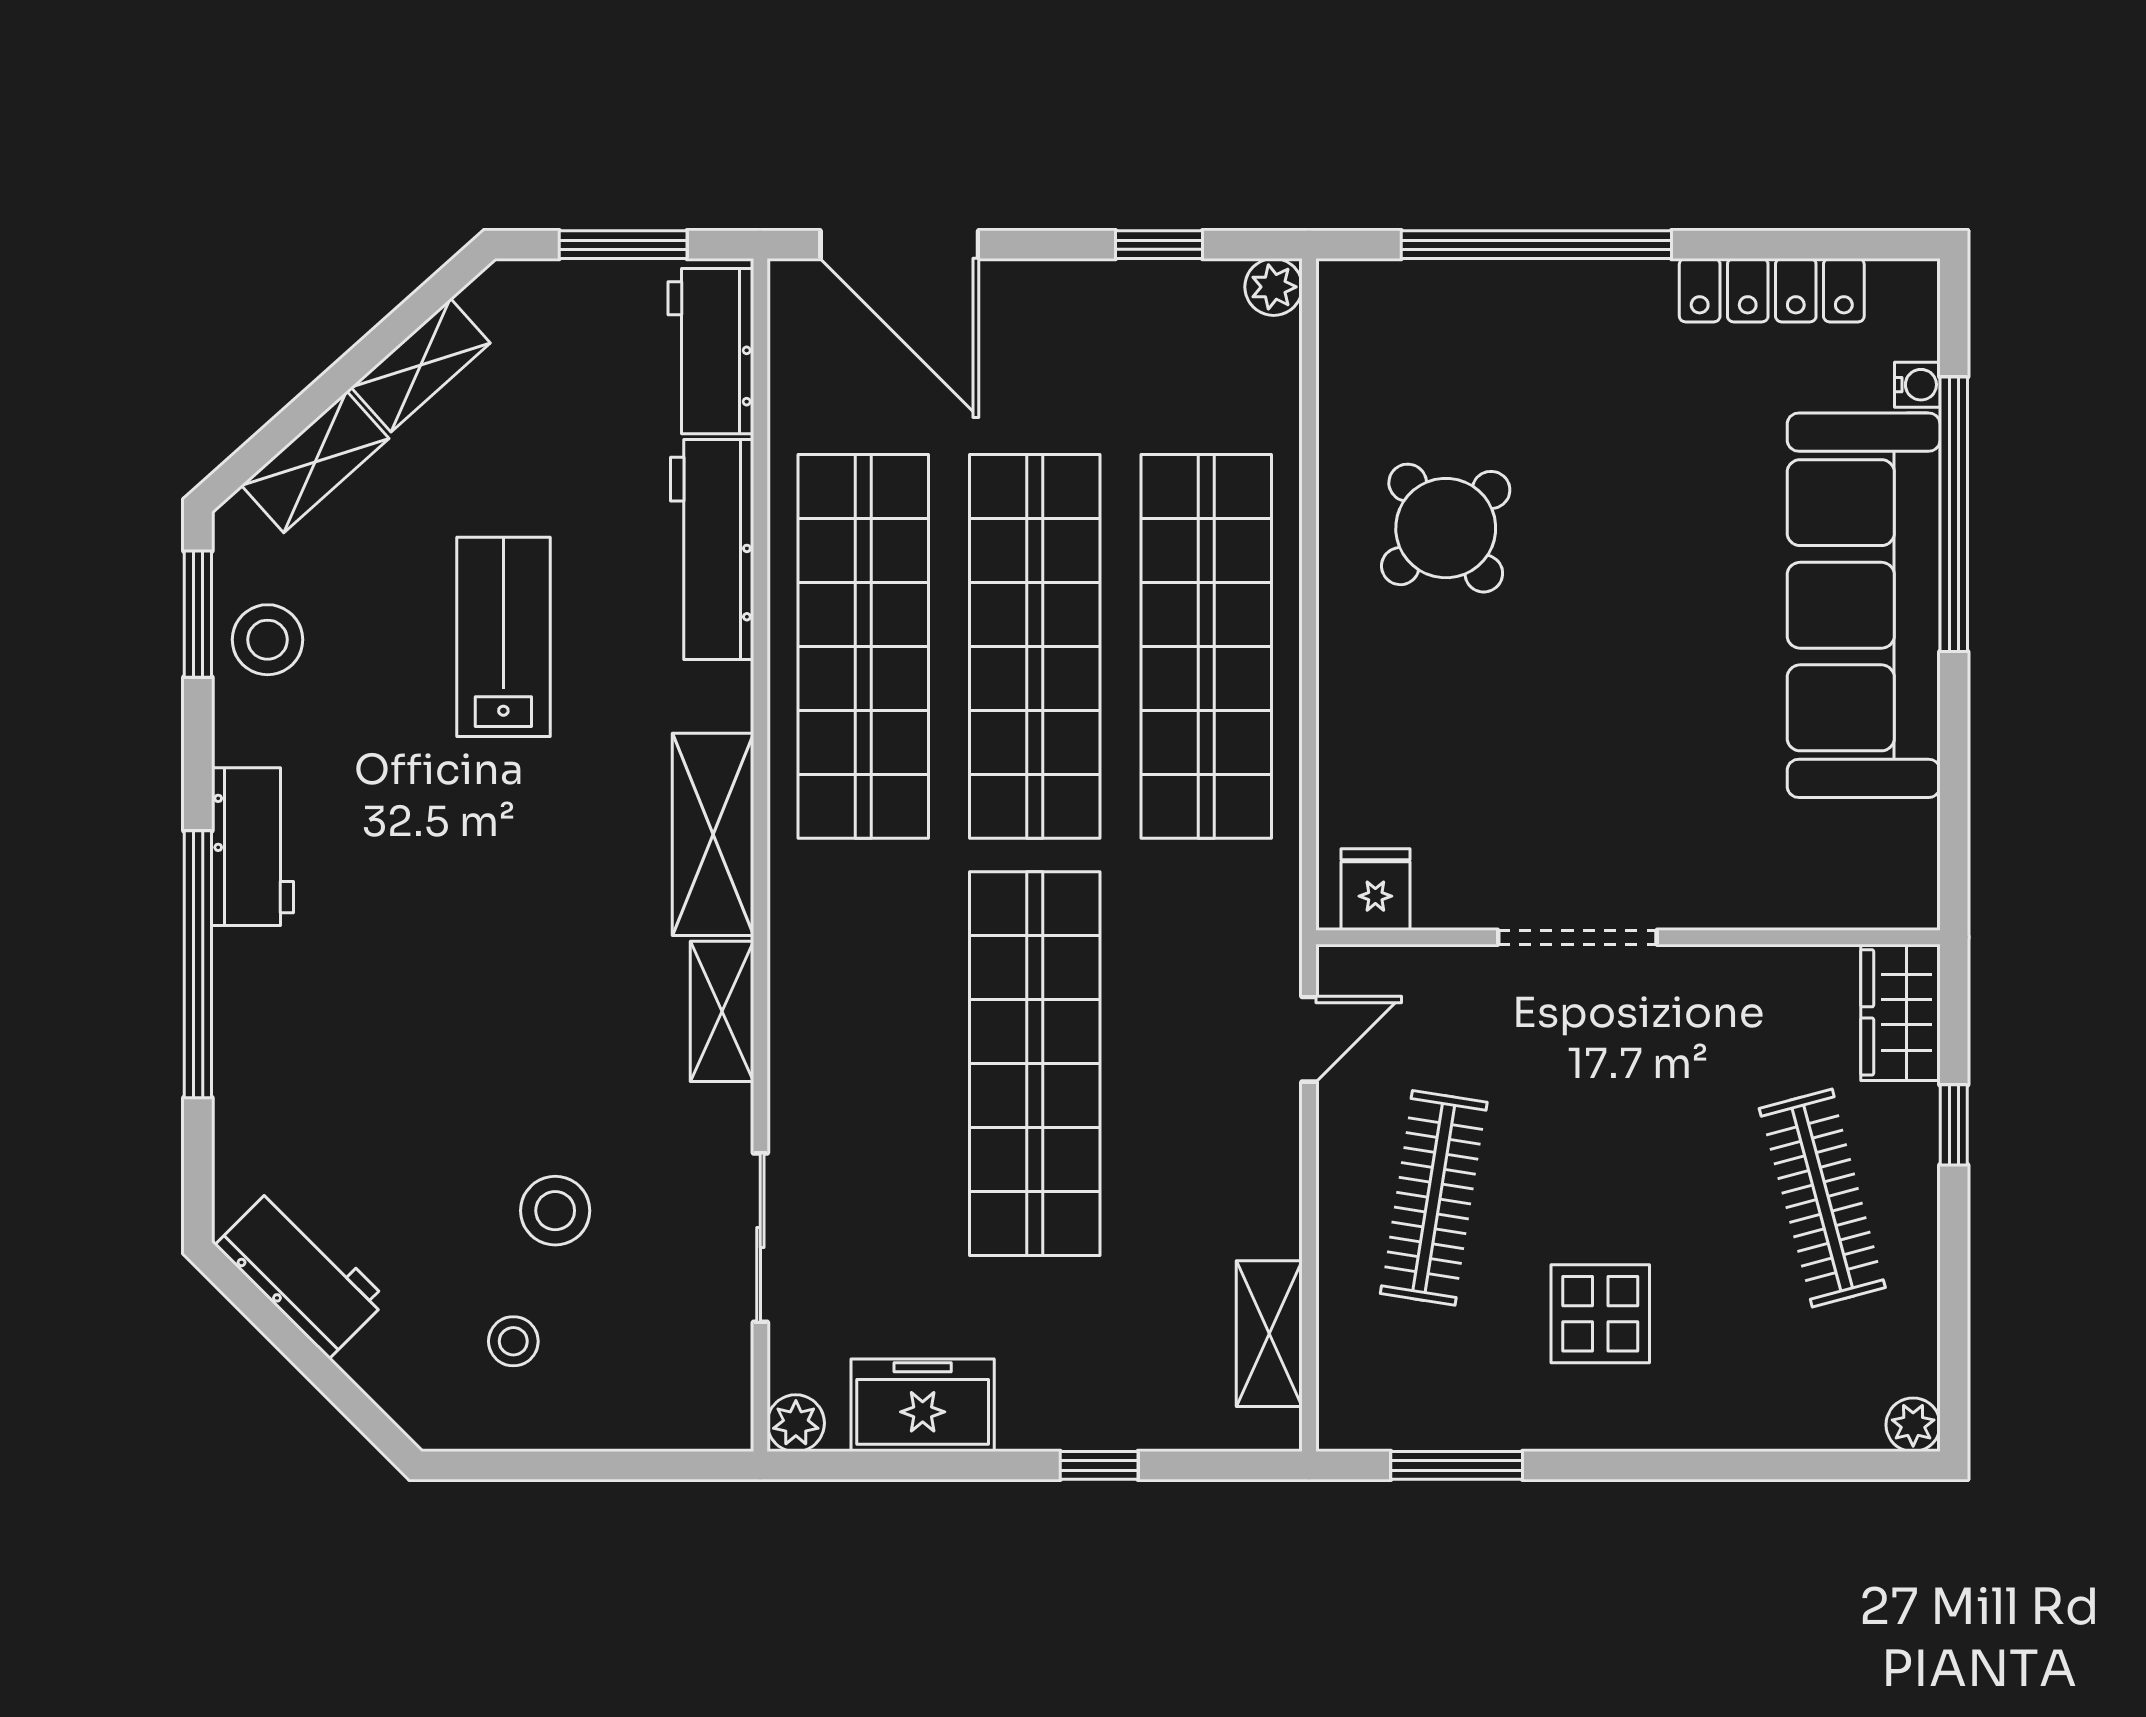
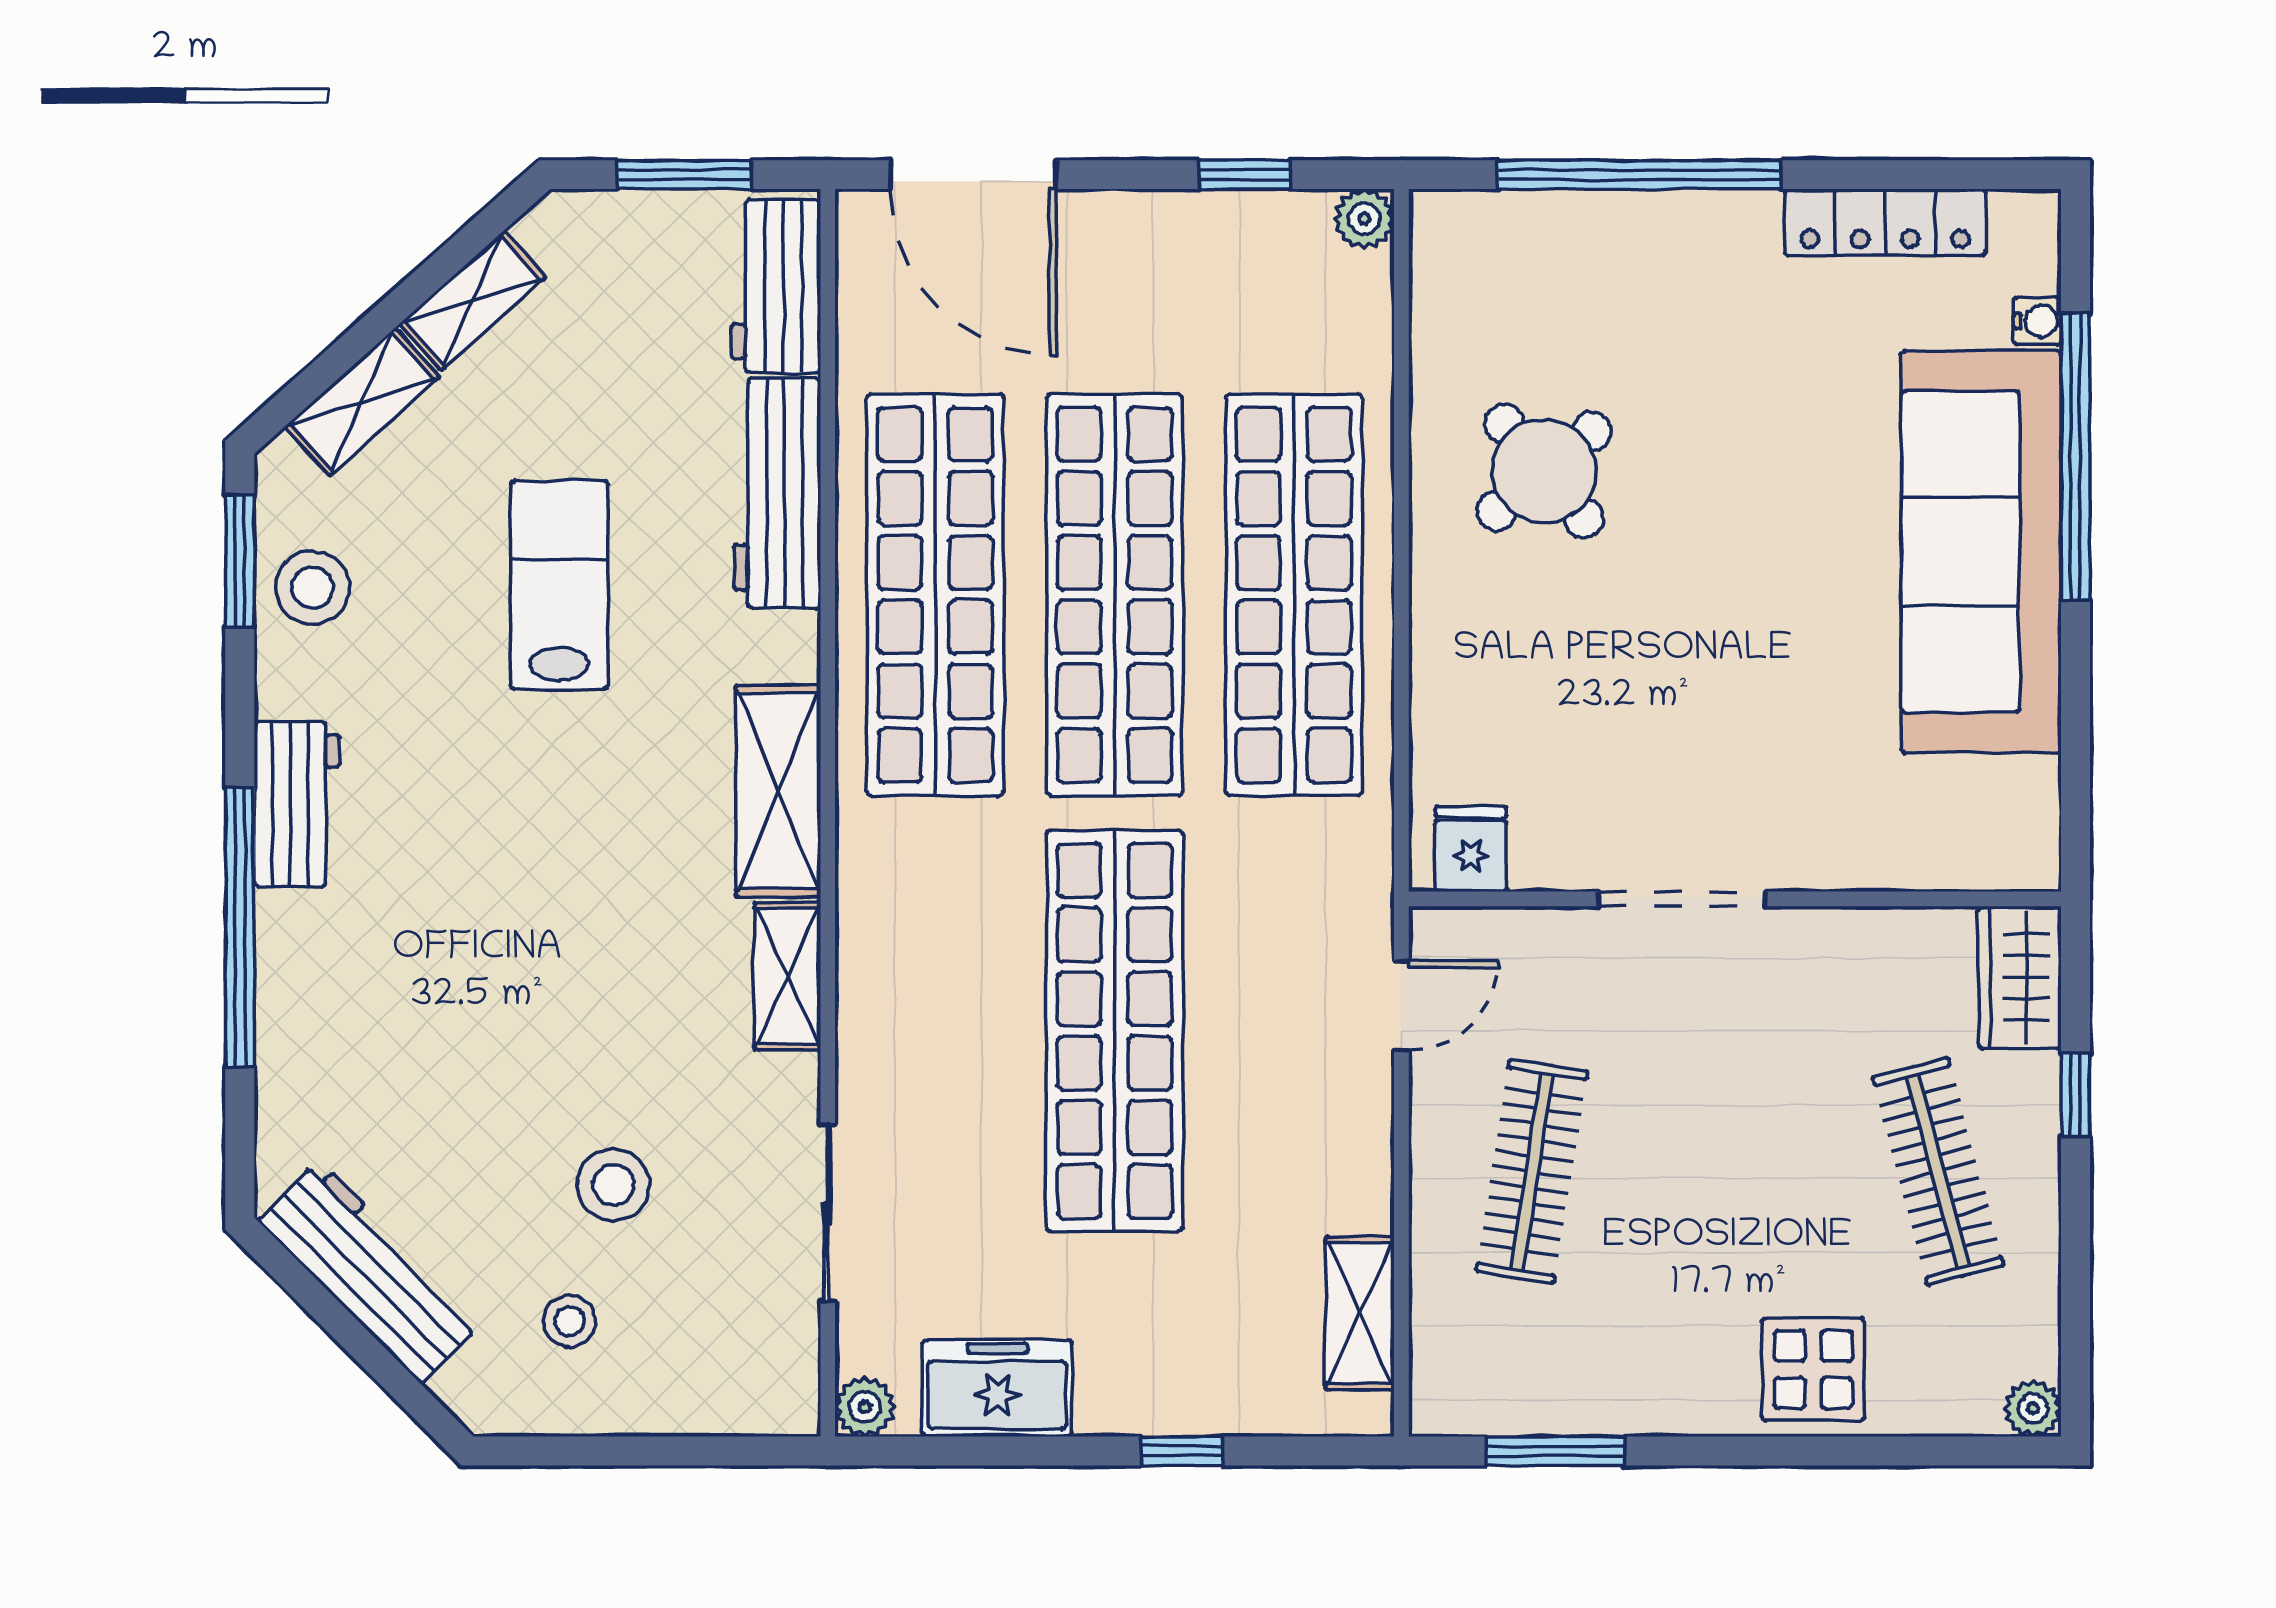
workbench: (301, 1273) -> (370, 1272), width x1.38
display table: (1600, 1314) -> (1813, 1369), moved

